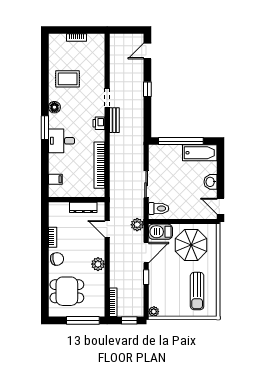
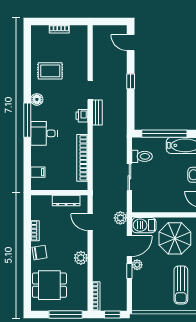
door: (147, 51) -> (131, 43), hinge flipped
window: (45, 128) -> (27, 120), width x1.44
toilet: (159, 208) -> (142, 156), moved
plant: (154, 312) -> (137, 265), moved

